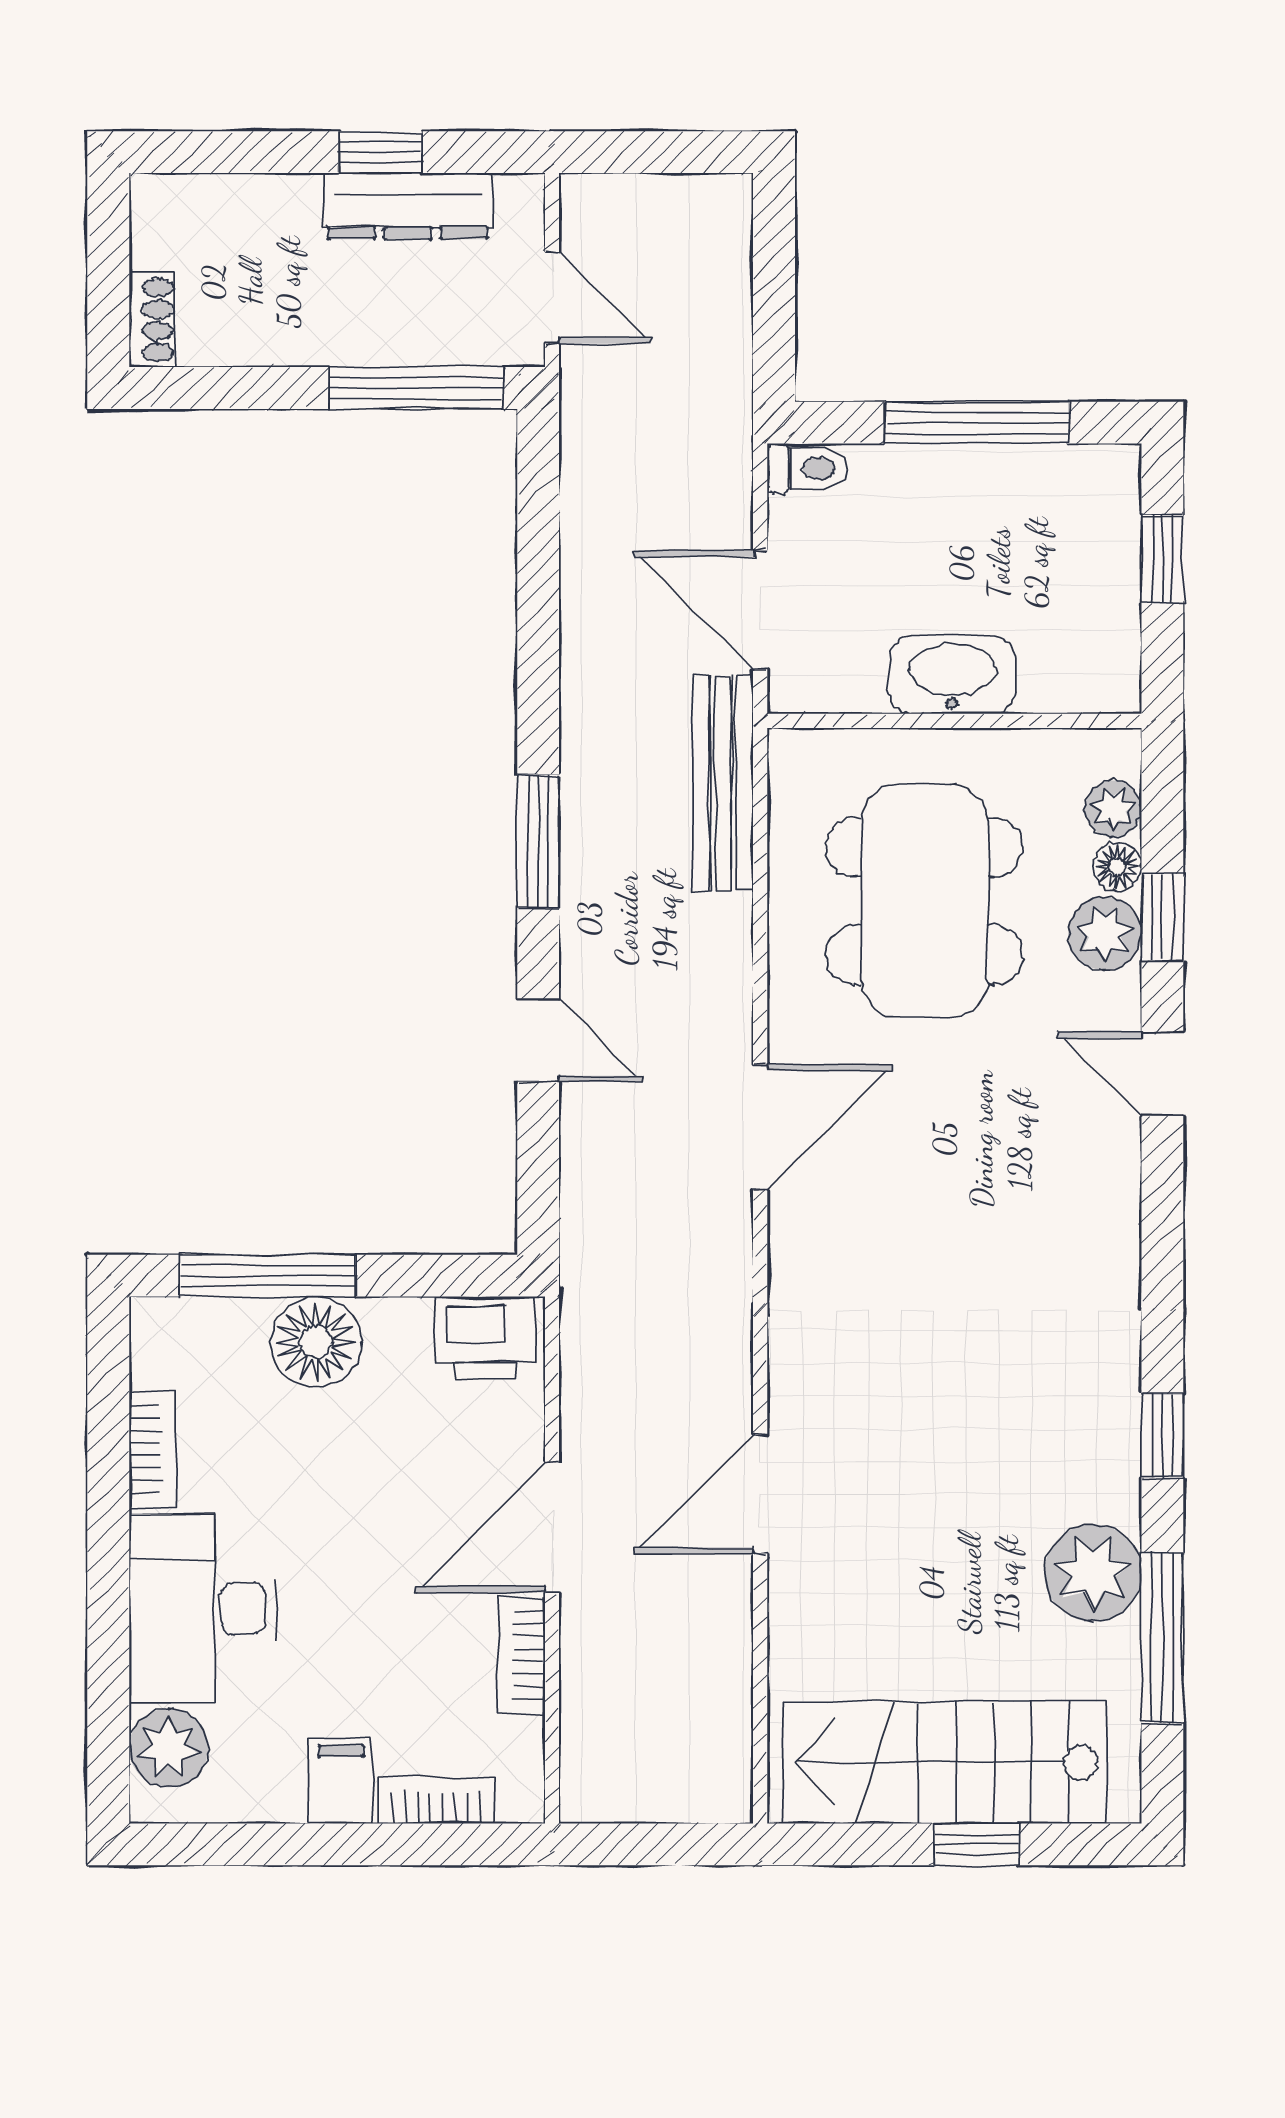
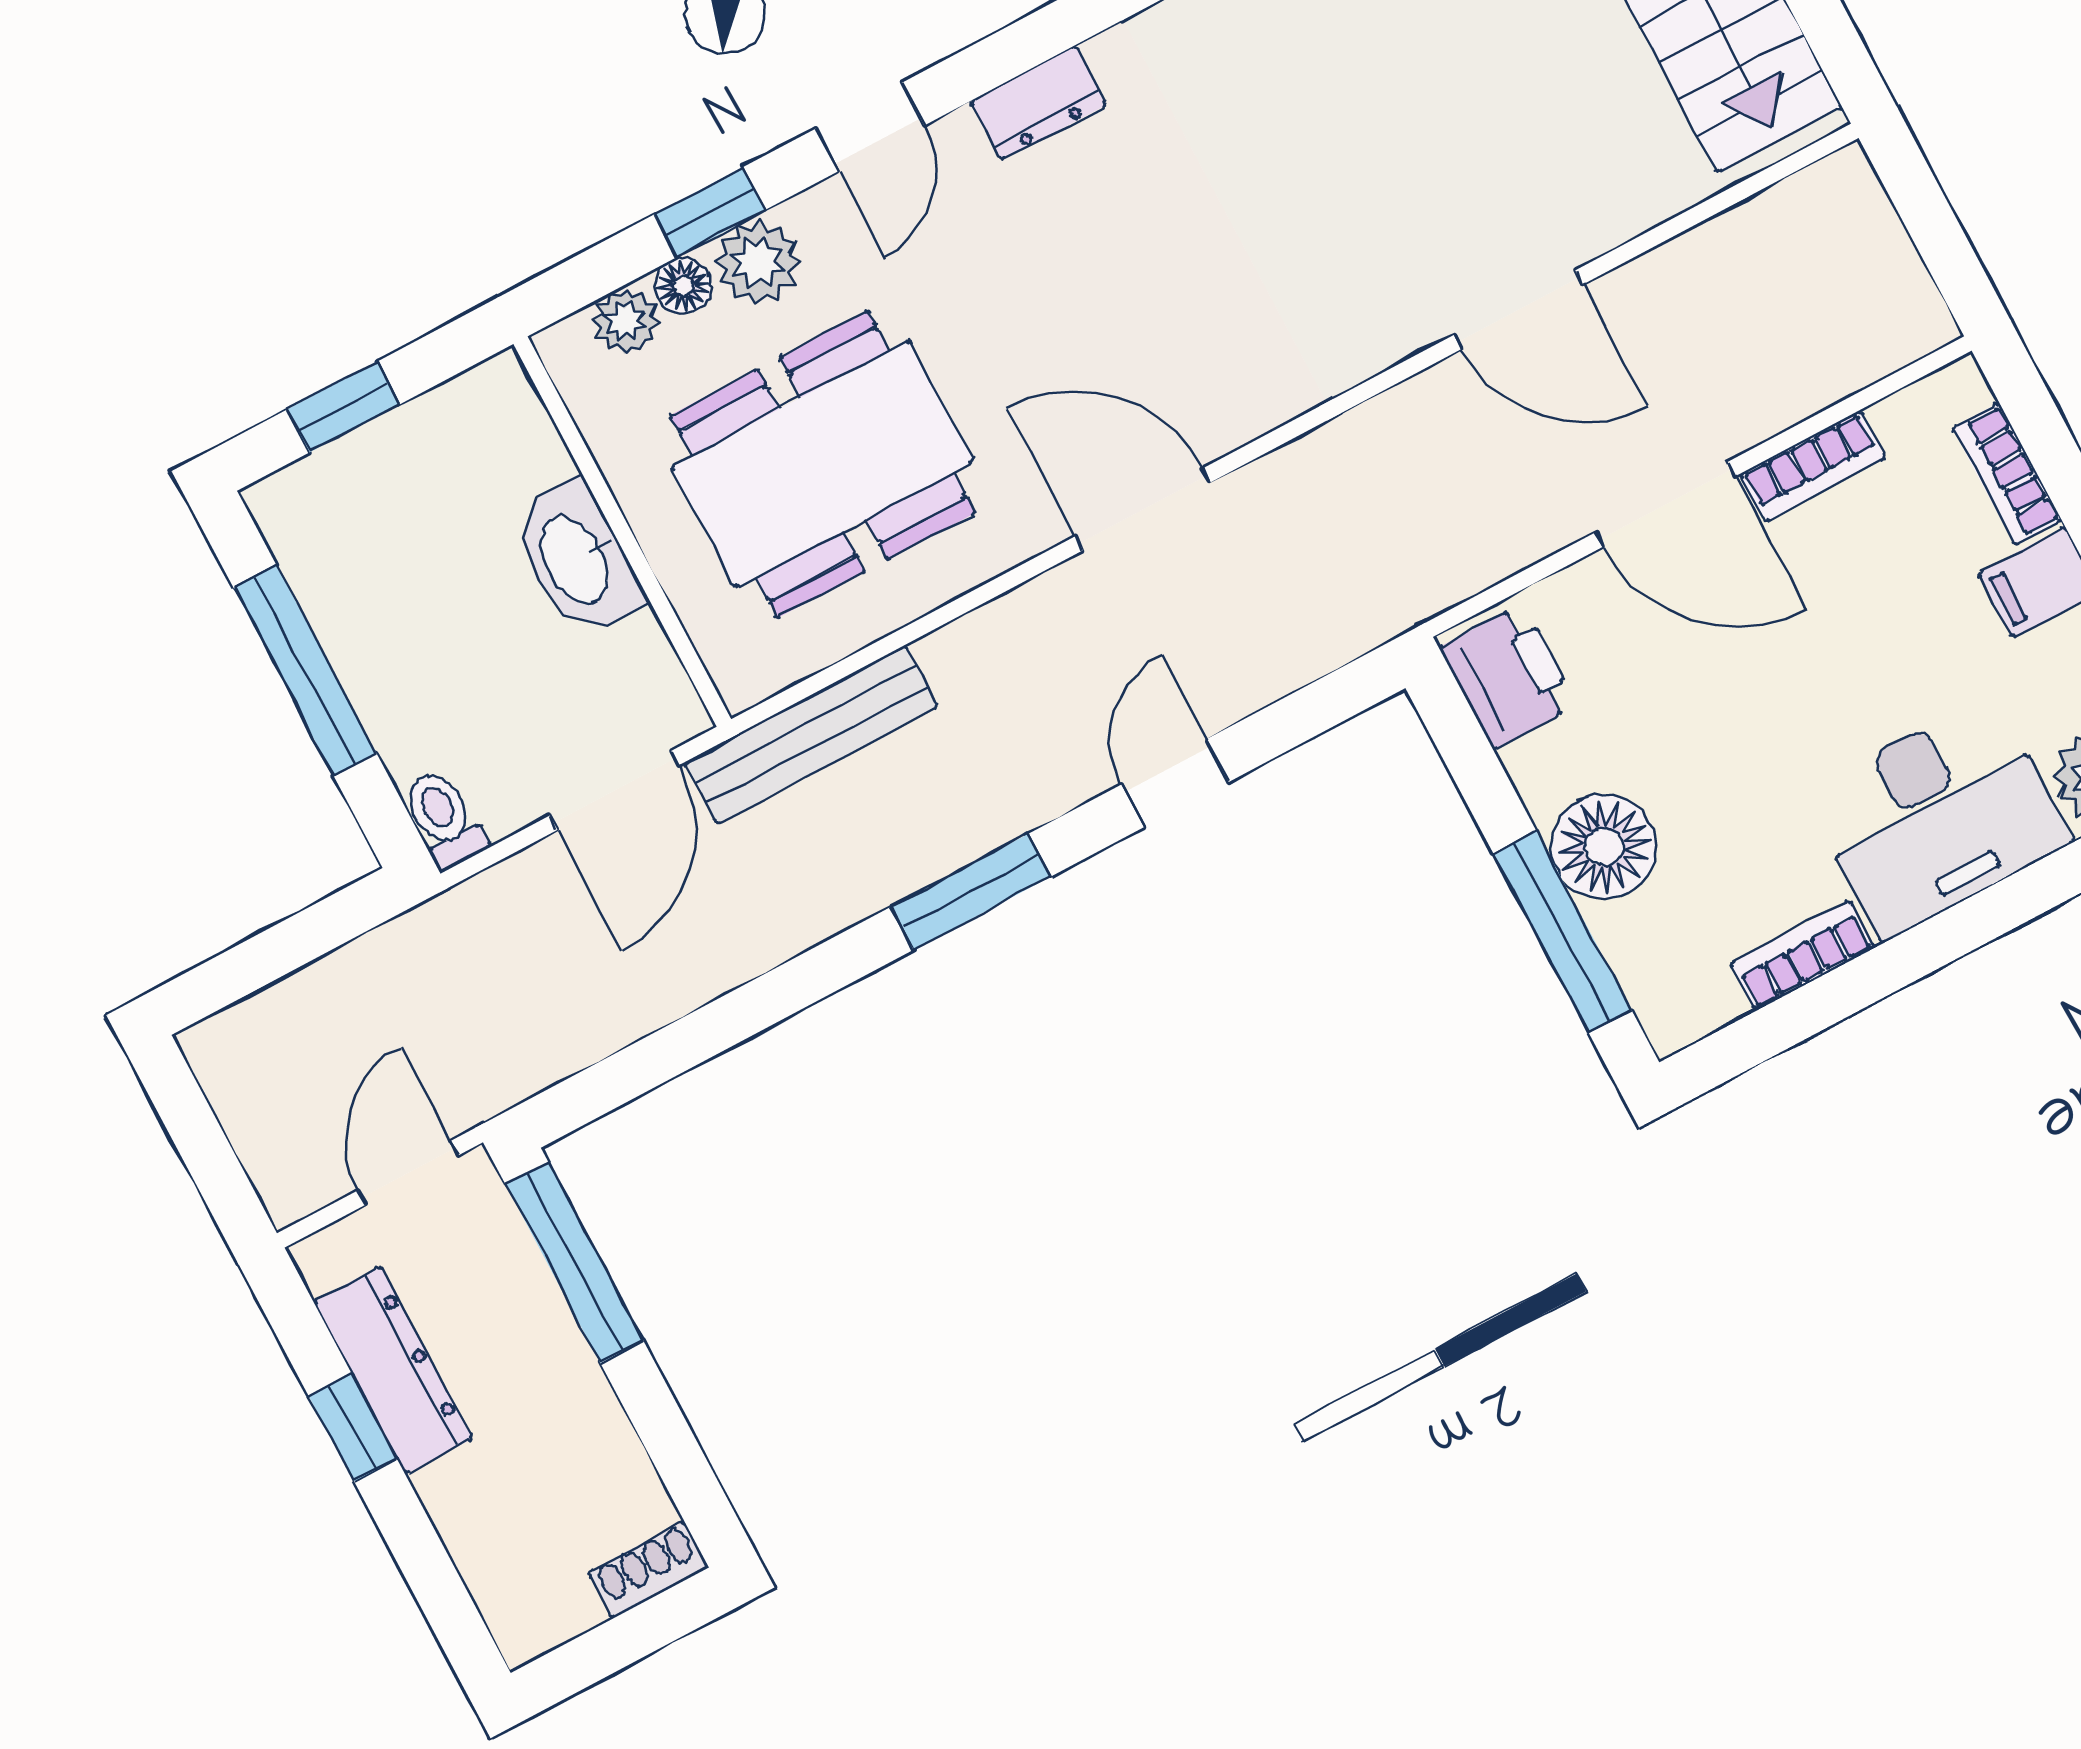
dresser: (1112, 1212) -> (1038, 103), added

